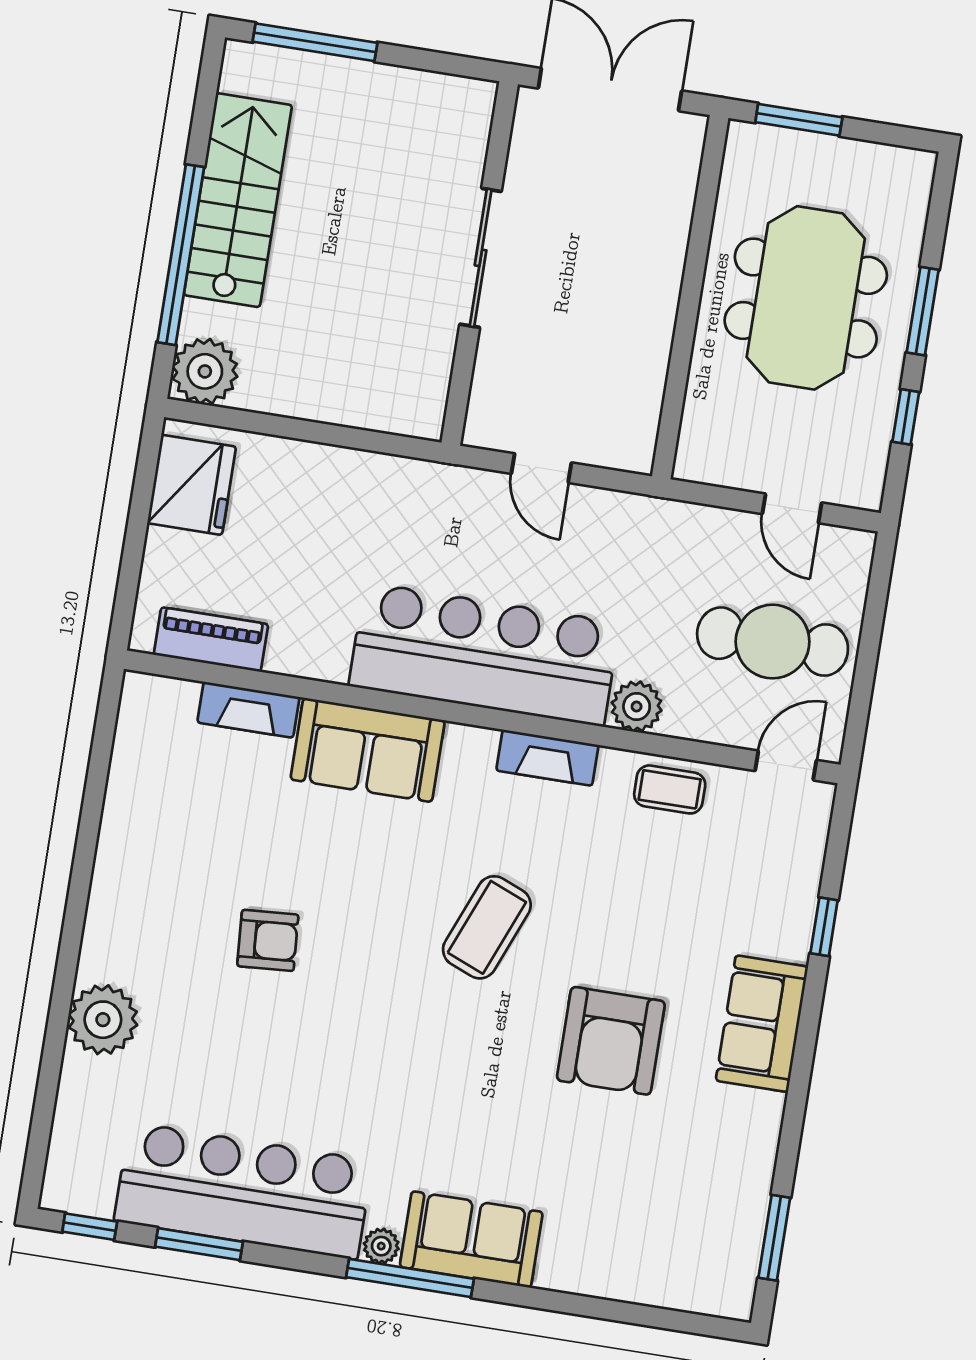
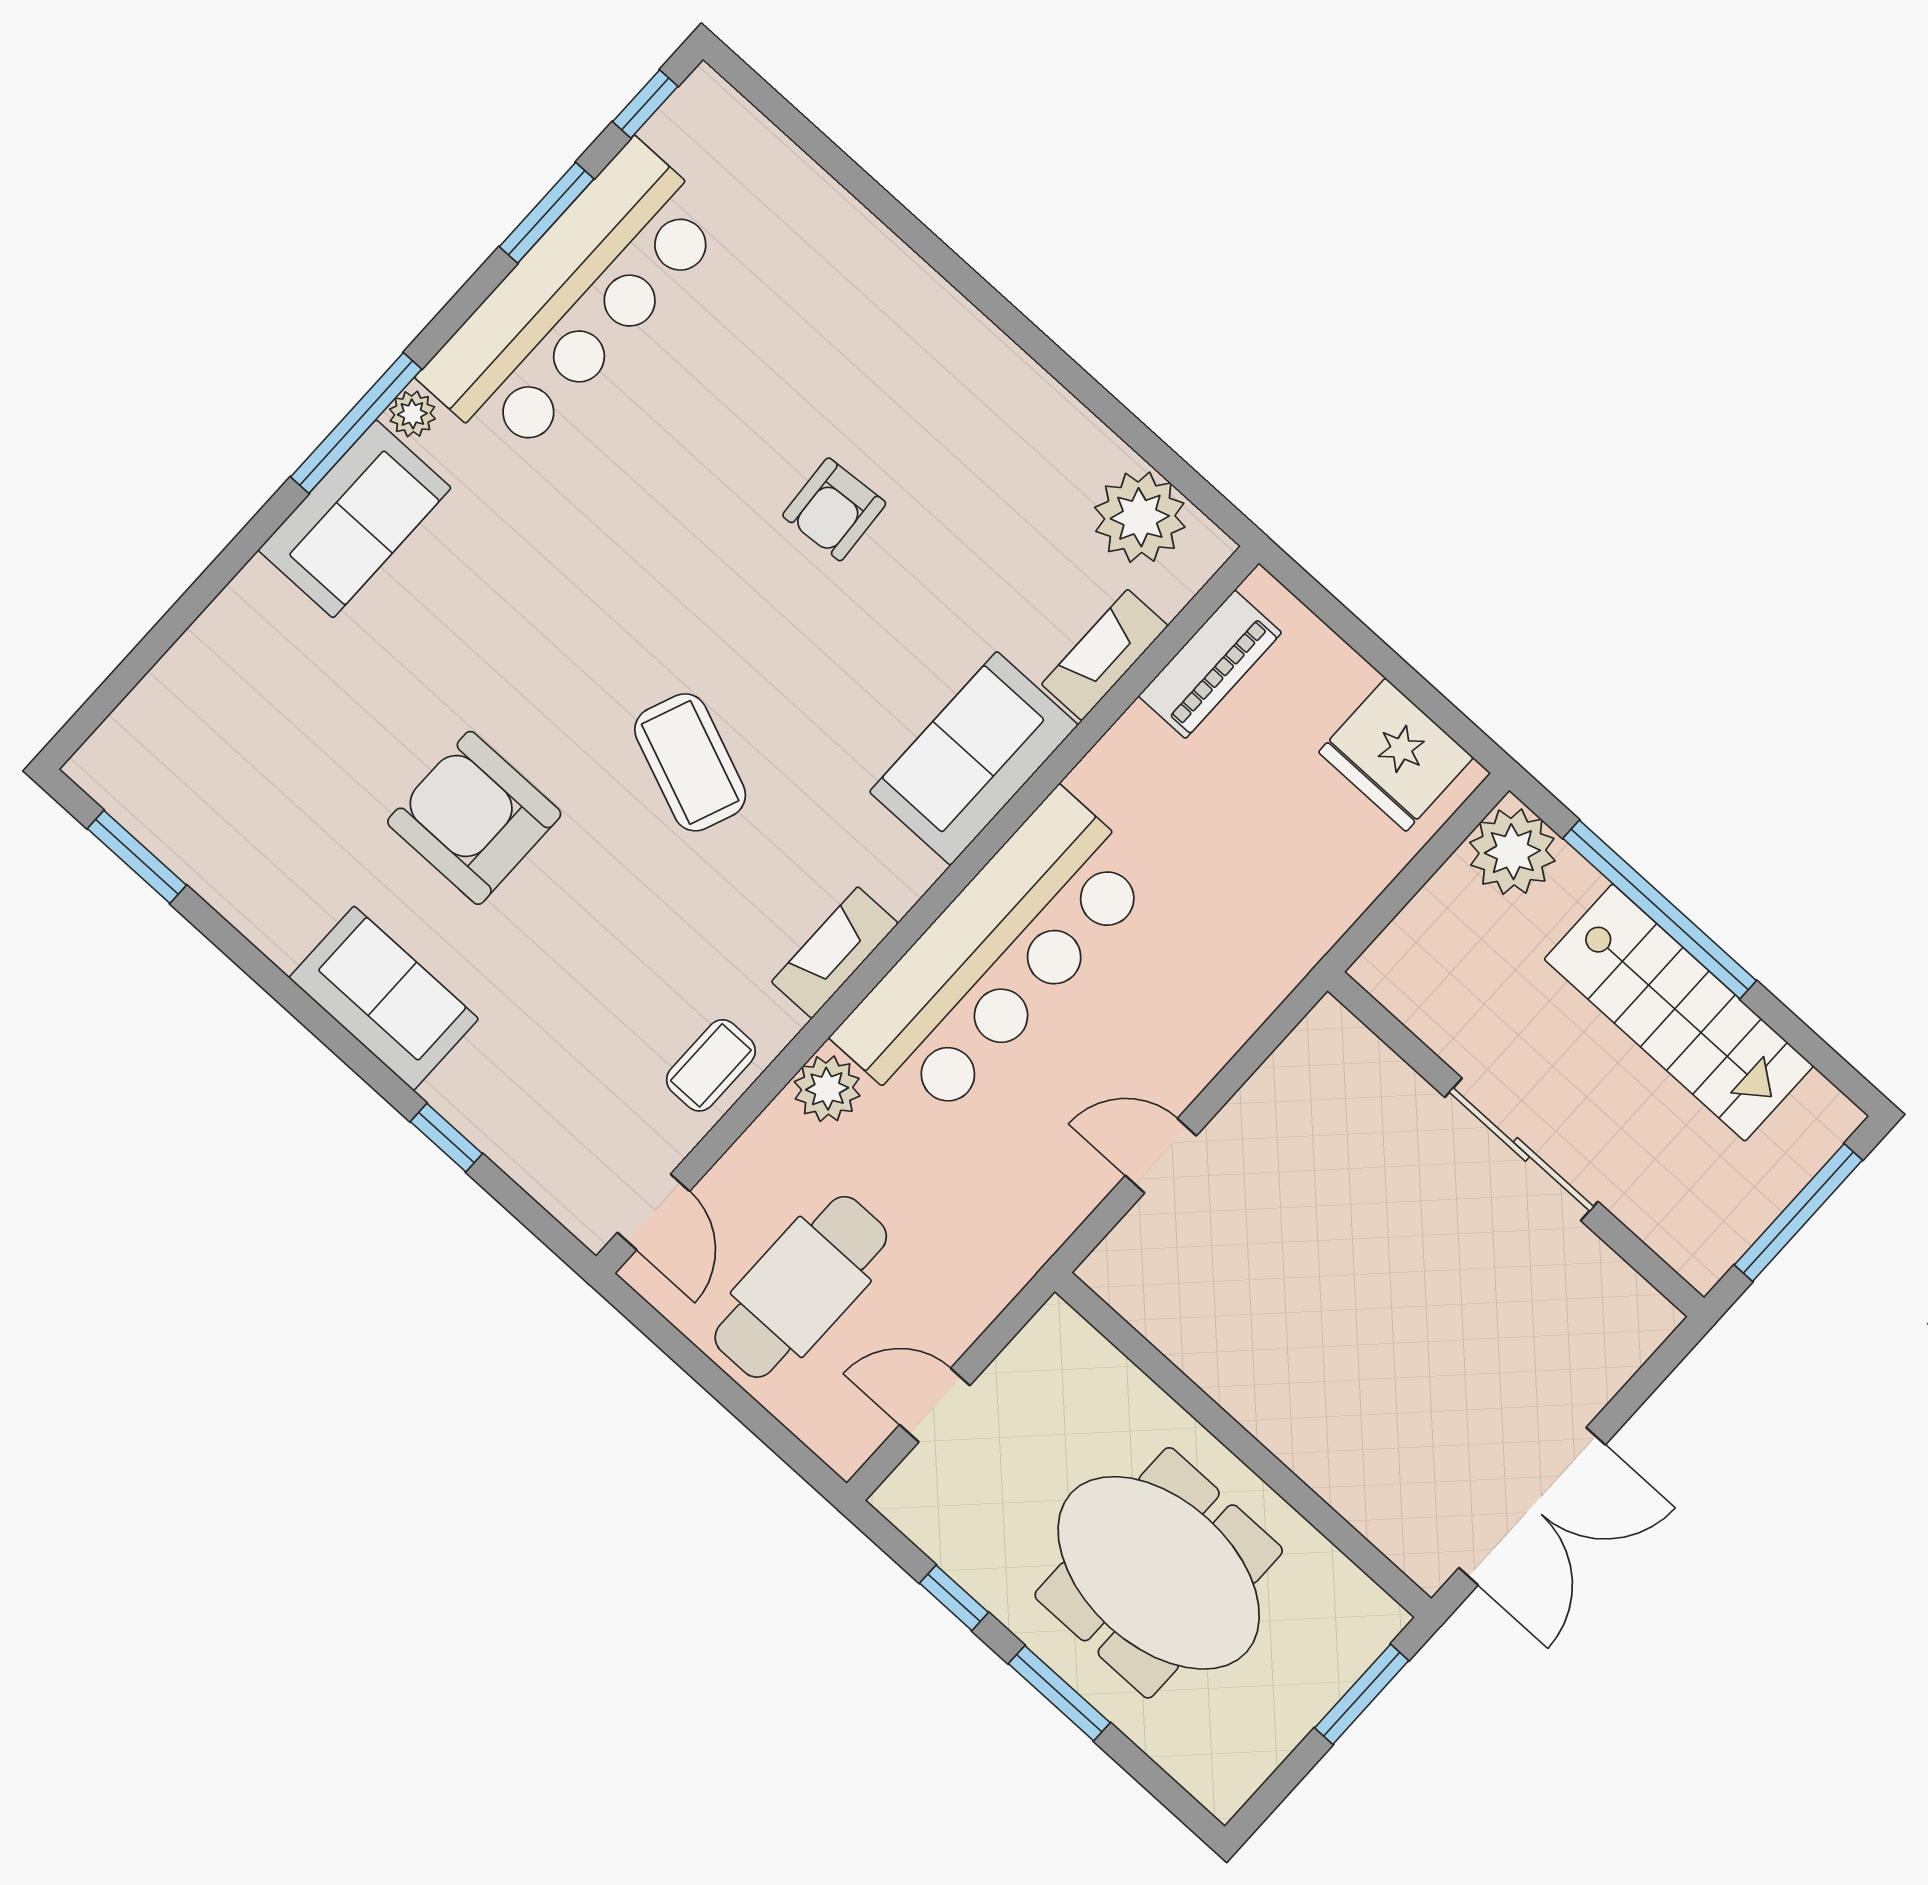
sliding door: (481, 258) -> (1521, 1149), moved
wall: (480, 263) -> (1516, 1144), moved
plant: (103, 1020) -> (1140, 517), moved

